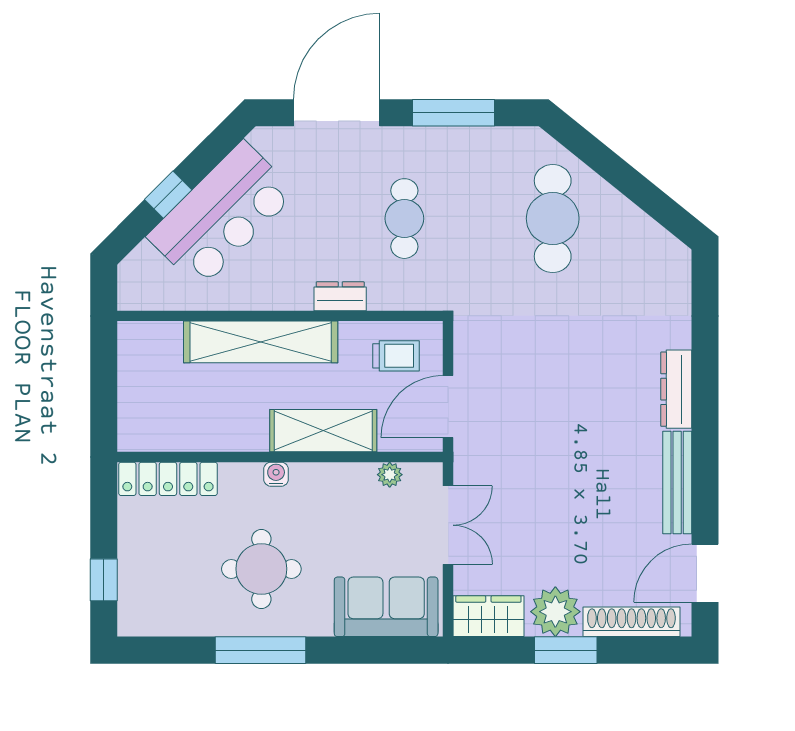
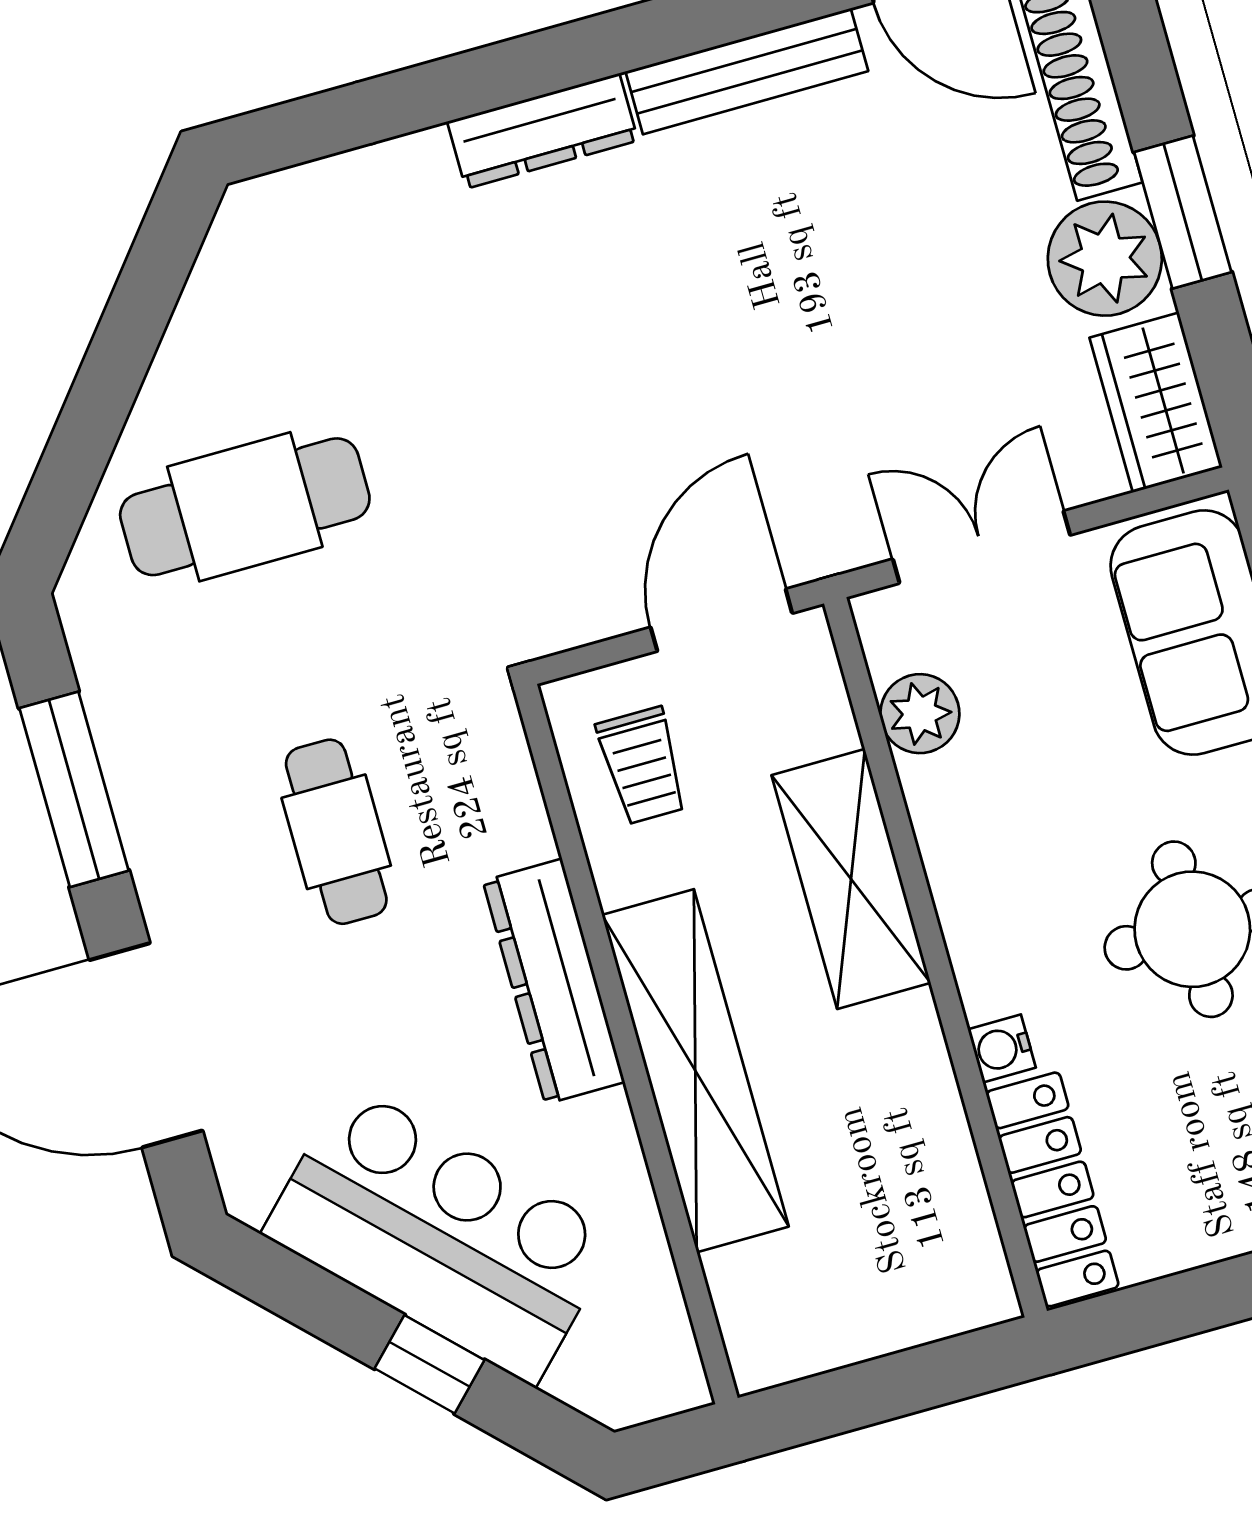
cafe table: (404, 219) -> (336, 832), turned 90
dresser: (340, 296) -> (554, 981), width x1.96, depth x1.24
trolley: (396, 356) -> (642, 766), turned 180
door: (448, 407) -> (721, 620), swing flipped
water cooler: (276, 474) -> (1002, 1048), moved
plant: (390, 475) -> (920, 714), width x1.38, depth x1.38

